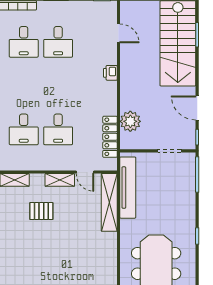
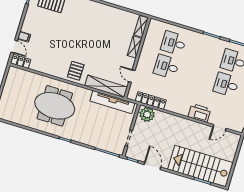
printer: (110, 73) -> (199, 113), width x1.87, depth x1.48
door: (197, 108) -> (152, 166), hinge flipped
plant: (130, 121) -> (147, 114), moved
door: (85, 172) -> (132, 76), hinge flipped
shelving: (60, 180) -> (135, 47), moved
pallet: (41, 211) -> (76, 71), moved

